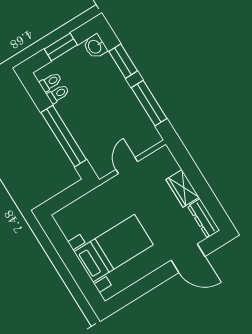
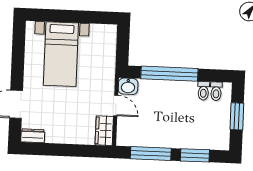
washbasin: (95, 46) -> (128, 86), moved, turned 180
wardrobe: (183, 188) -> (104, 131), moved, turned -90
dresser: (204, 218) -> (33, 136), width x0.70

